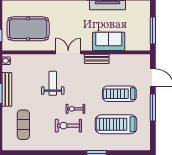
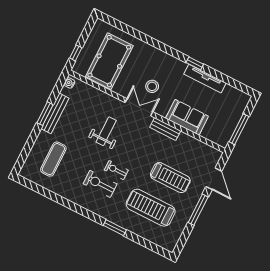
pool table: (28, 29) -> (109, 61), turned 90
stool: (70, 31) -> (152, 86), added
treadmill: (119, 94) -> (170, 178), turned 180

